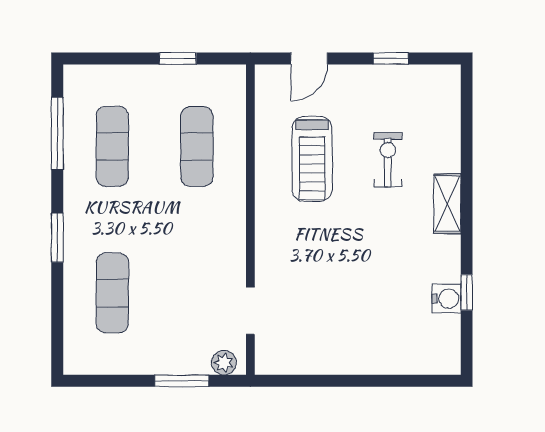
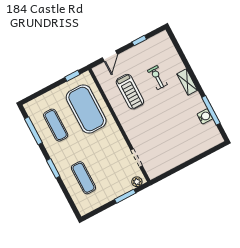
window: (178, 58) -> (72, 76), moved
exercise mat: (197, 146) -> (86, 109), width x2.00, depth x1.45
window: (467, 292) -> (211, 110), width x2.17

